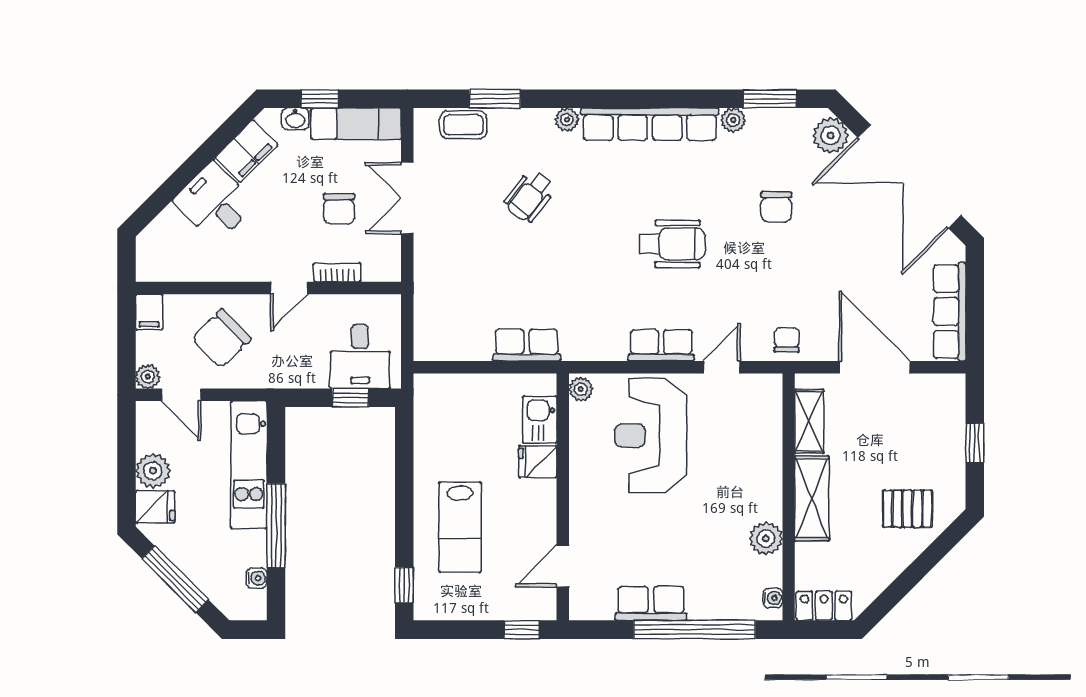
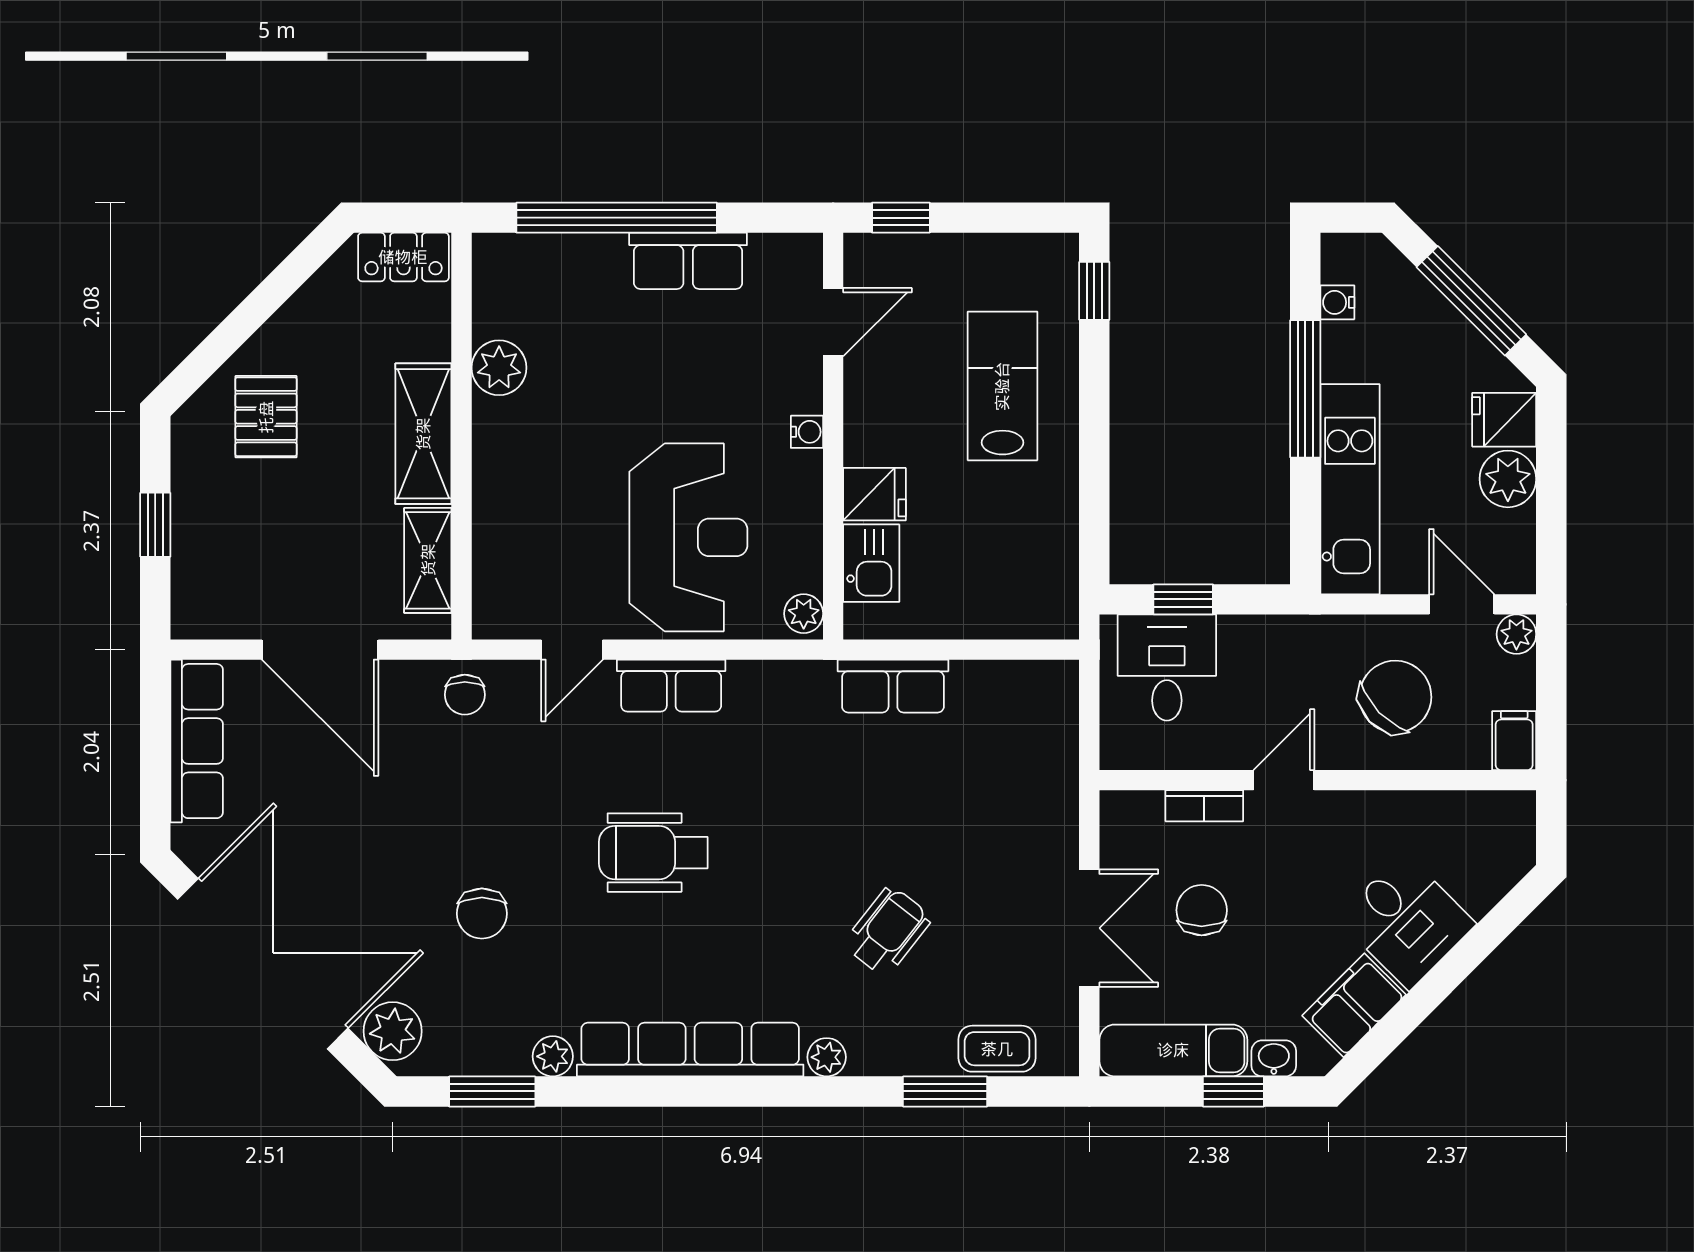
chair: (776, 207) -> (482, 914), turned 180
pallet: (907, 509) -> (266, 417), turned 90
water cooler: (773, 598) -> (807, 432), moved, turned 180

